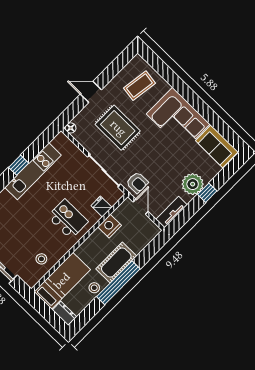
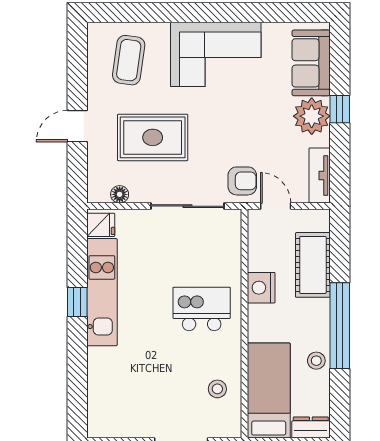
floor lamp: (71, 128) -> (120, 194), moved
sofa: (217, 146) -> (311, 63), moved, turned 90
fridge: (101, 207) -> (101, 225), moved, turned 180
nightstand: (110, 226) -> (261, 288), moved
cot: (116, 263) -> (313, 265), moved

